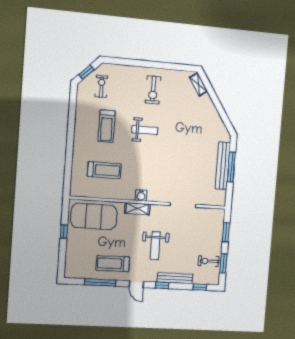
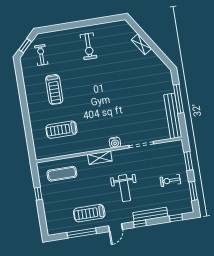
shelving: (198, 84) -> (141, 44), moved
weight bench: (145, 130) -> (90, 84), removed
bench: (223, 166) -> (173, 116), moved
treadmill: (104, 170) -> (61, 130), turned 180
water cooler: (141, 195) -> (115, 142), moved
exercise mat: (94, 216) -> (62, 174), width x0.50, depth x0.69
exercise bike: (208, 261) -> (170, 181), moved
door: (136, 284) -> (115, 228), hinge flipped

